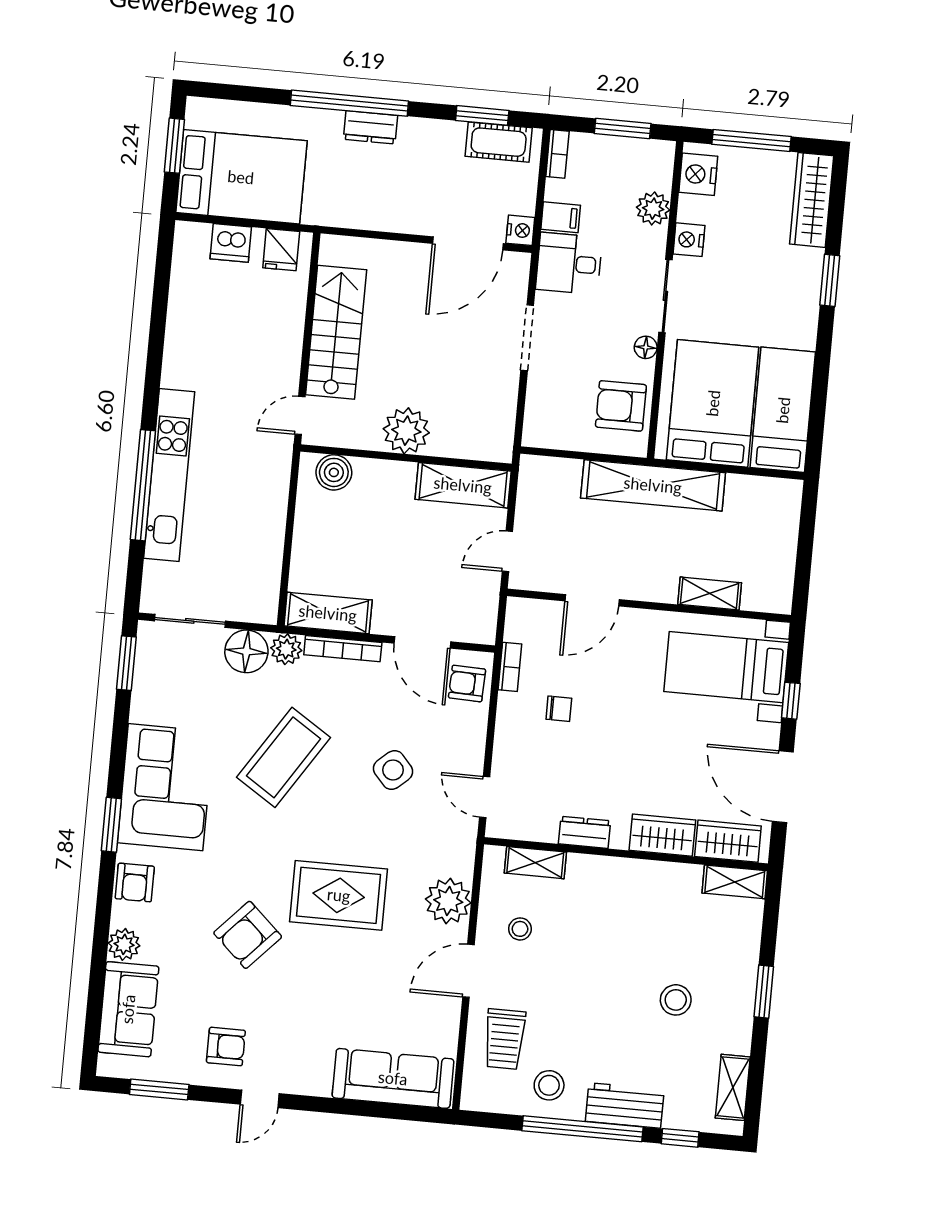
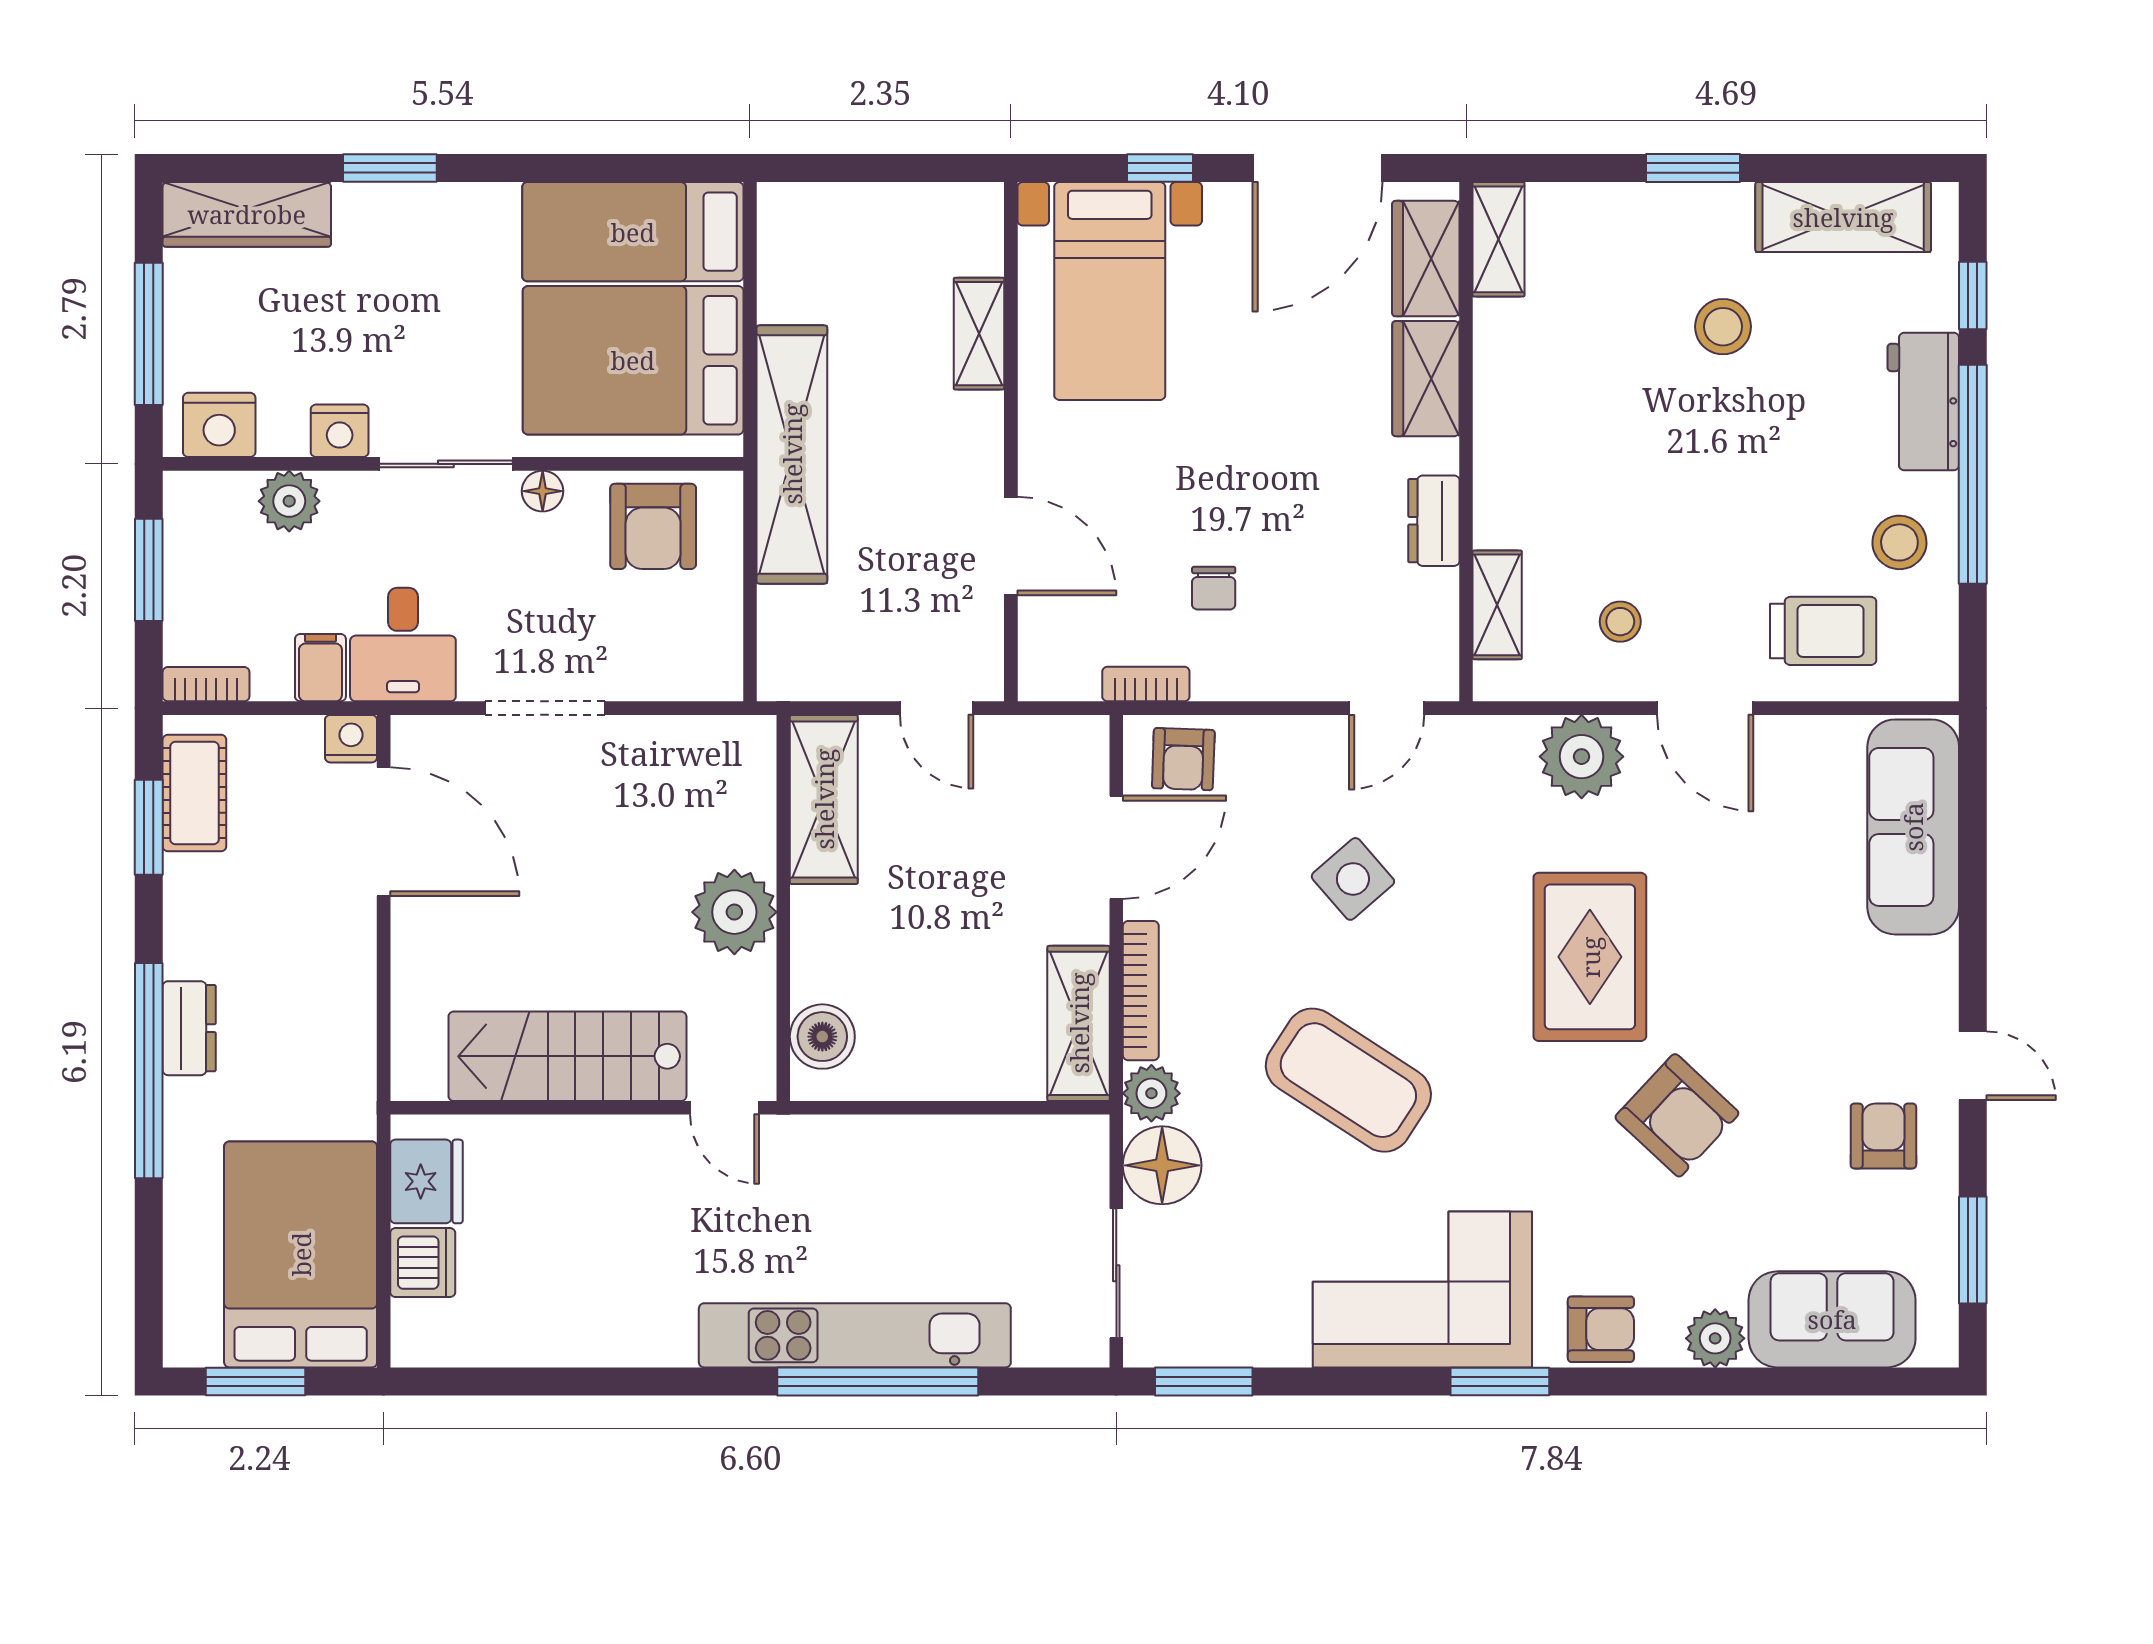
fridge: (281, 250) -> (426, 1181), width x1.38
chair: (559, 709) -> (1214, 588), turned 180
shelving: (733, 1087) -> (1843, 217), width x1.50, depth x1.33

